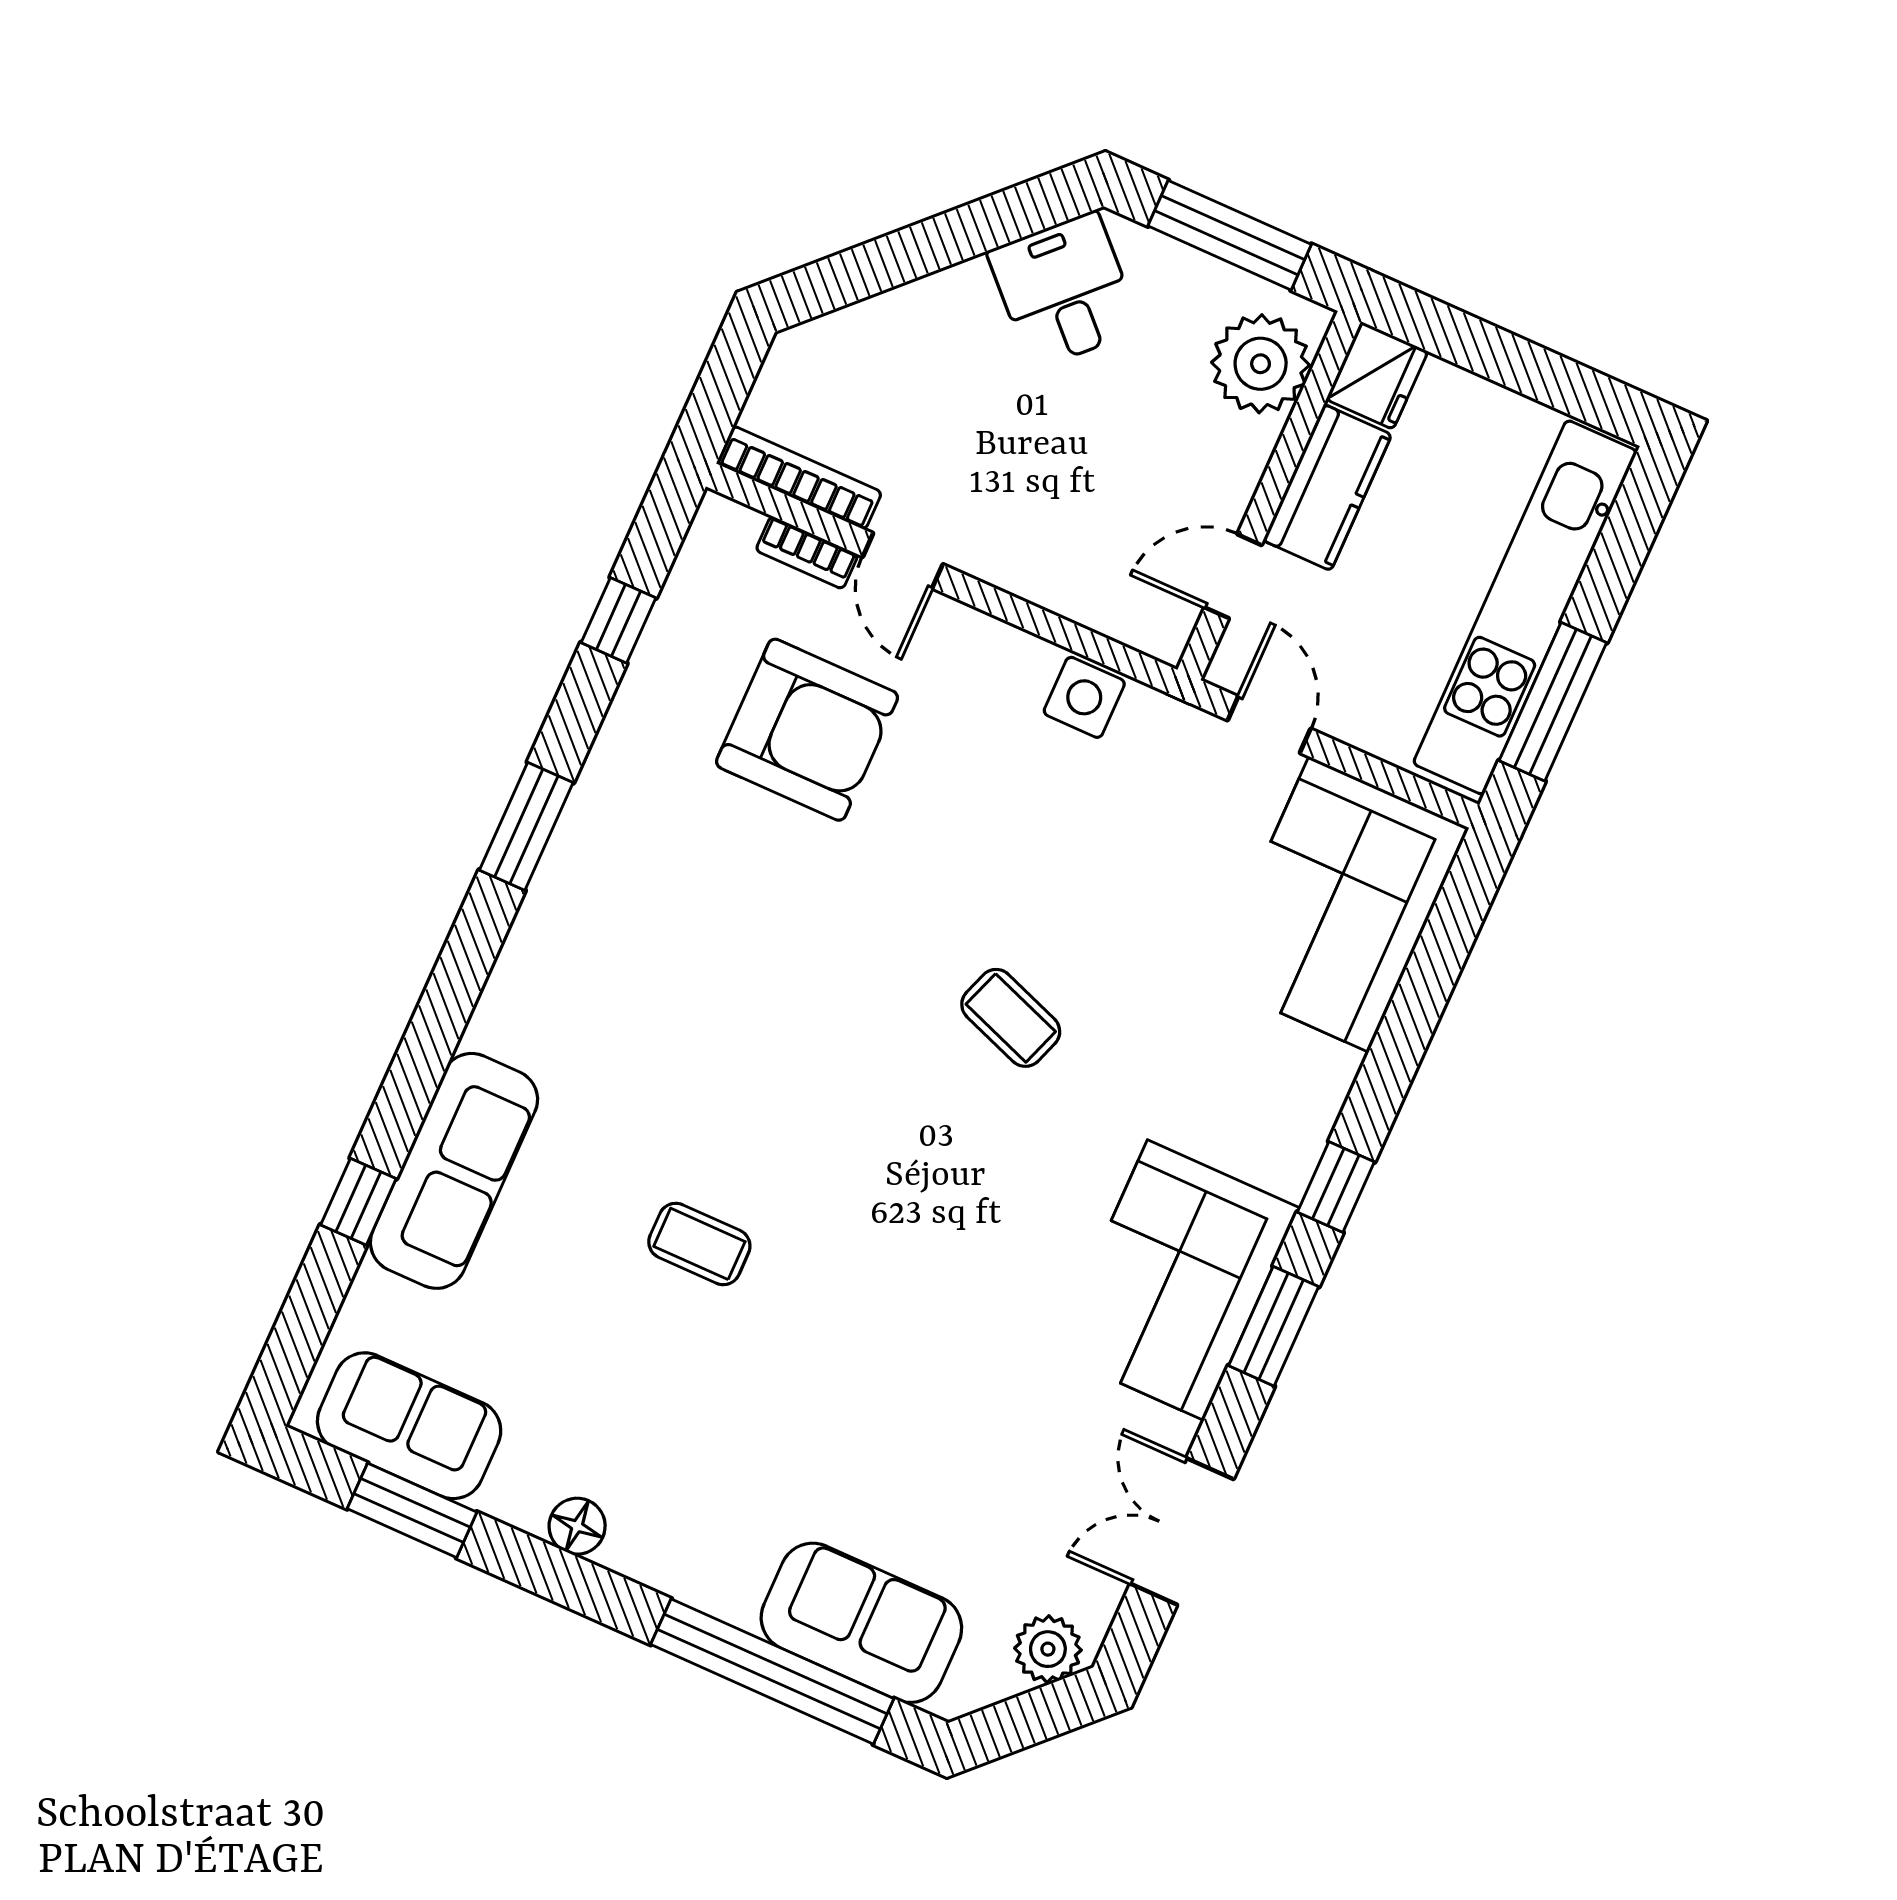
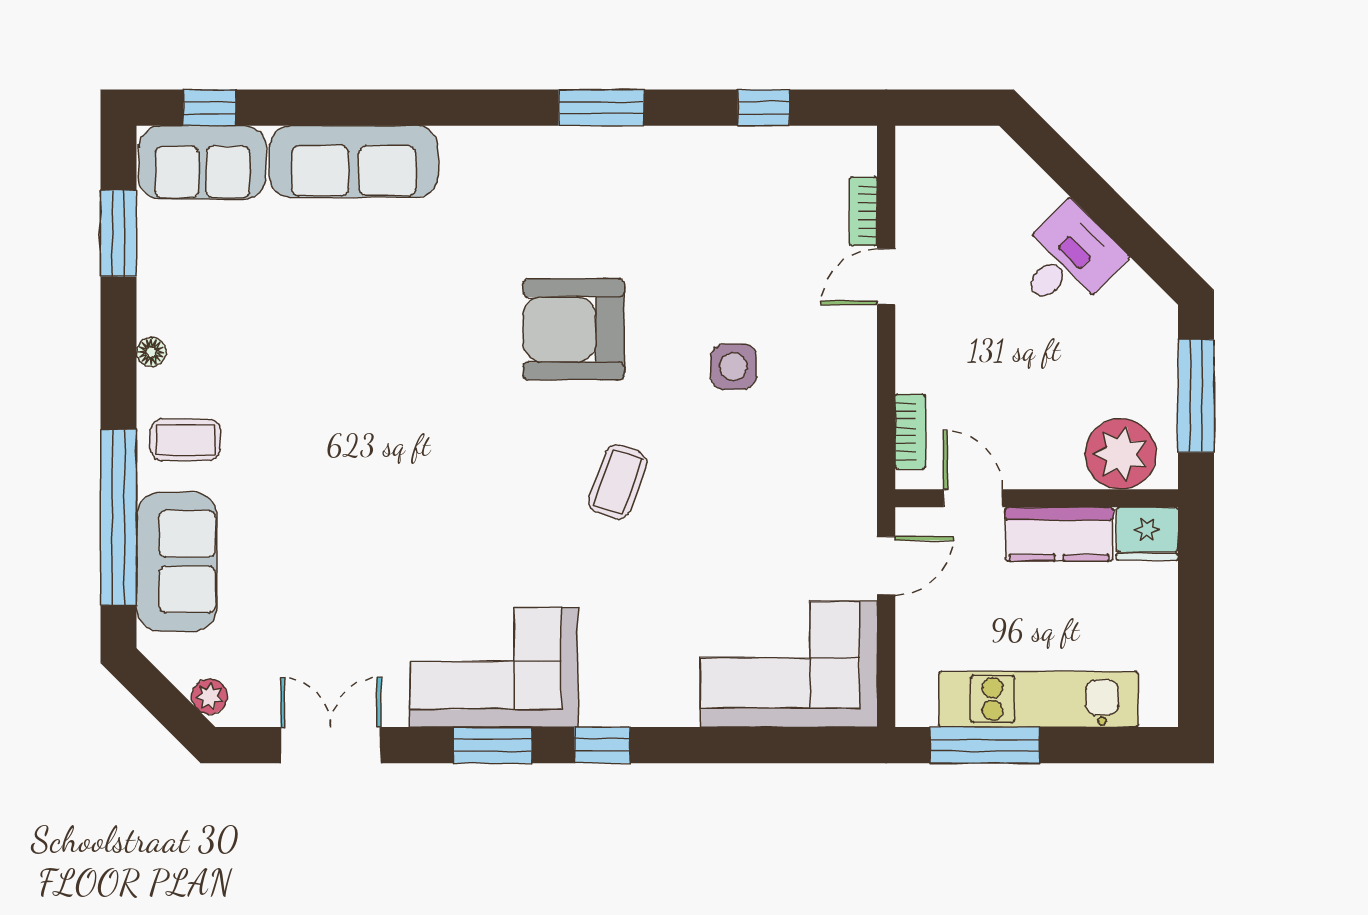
desk: (1064, 291) -> (1067, 260), moved
bookcase: (799, 478) -> (910, 432), moved, width x0.64
kitchen unit: (1525, 607) -> (1038, 699), width x0.73
side table: (1084, 697) -> (733, 367), moved
armchair: (807, 730) -> (574, 329), moved, turned 90
window: (358, 1202) -> (210, 108), moved
coffee table: (699, 1244) -> (185, 440), moved, turned 90
sofa: (409, 1426) -> (202, 162), moved, turned 90
floor lamp: (577, 1526) -> (151, 352), width x0.73, depth x0.73
plant: (1048, 1649) -> (210, 696), width x0.73, depth x0.73

